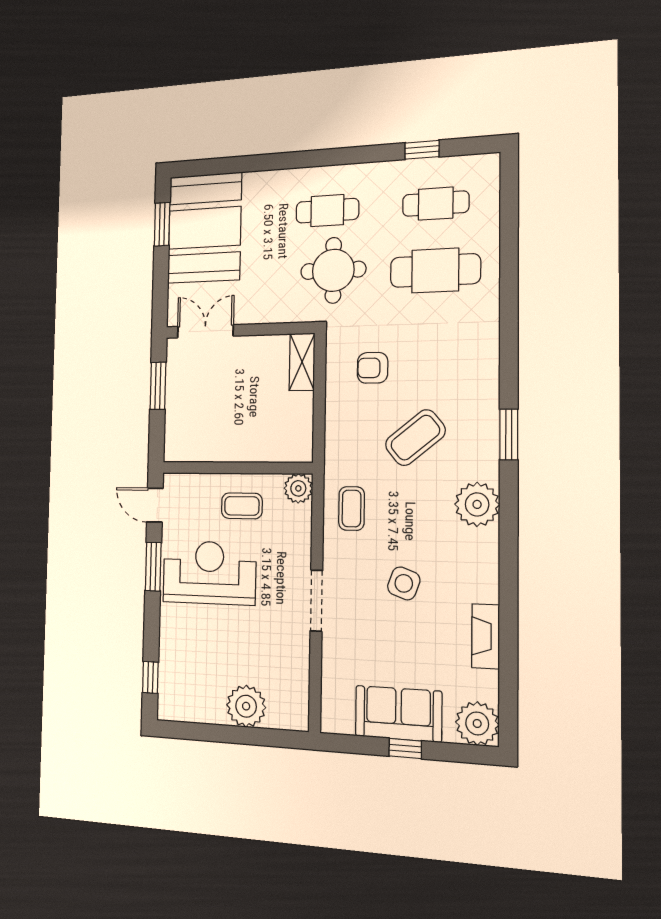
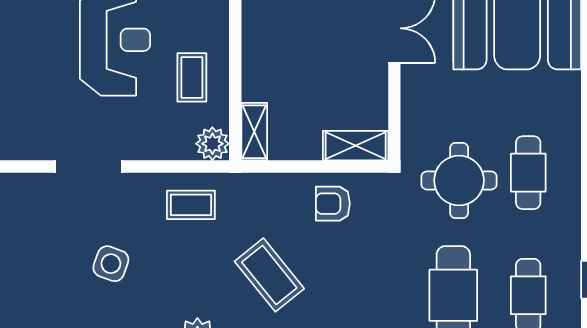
armchair: (373, 368) -> (333, 204), moved, turned -90
shelving: (289, 451) -> (254, 132), added

